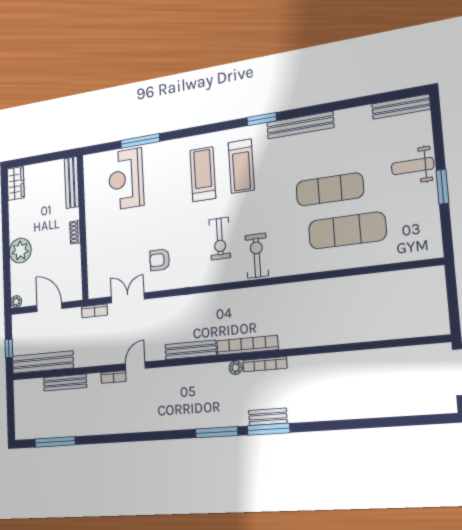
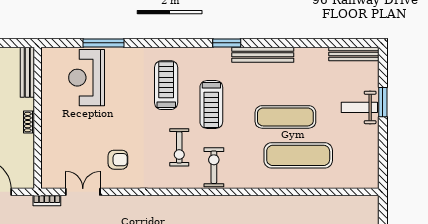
treadmill: (241, 166) -> (211, 105), moved
window: (442, 187) -> (383, 102), moved
armchair: (160, 260) -> (118, 160), turned 180

